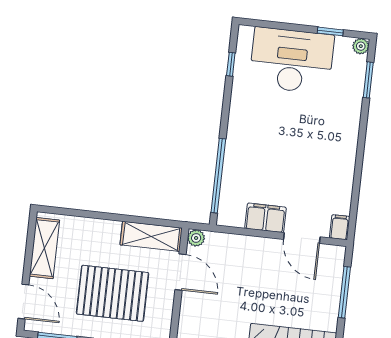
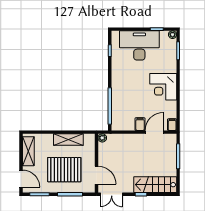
corner desk: (330, 149) -> (163, 87), added
filing cabinet: (266, 218) -> (140, 124), width x0.50
shelving: (151, 236) -> (68, 140), moved
door: (302, 238) -> (154, 132), swing flipped
door: (181, 272) -> (96, 175), moved

